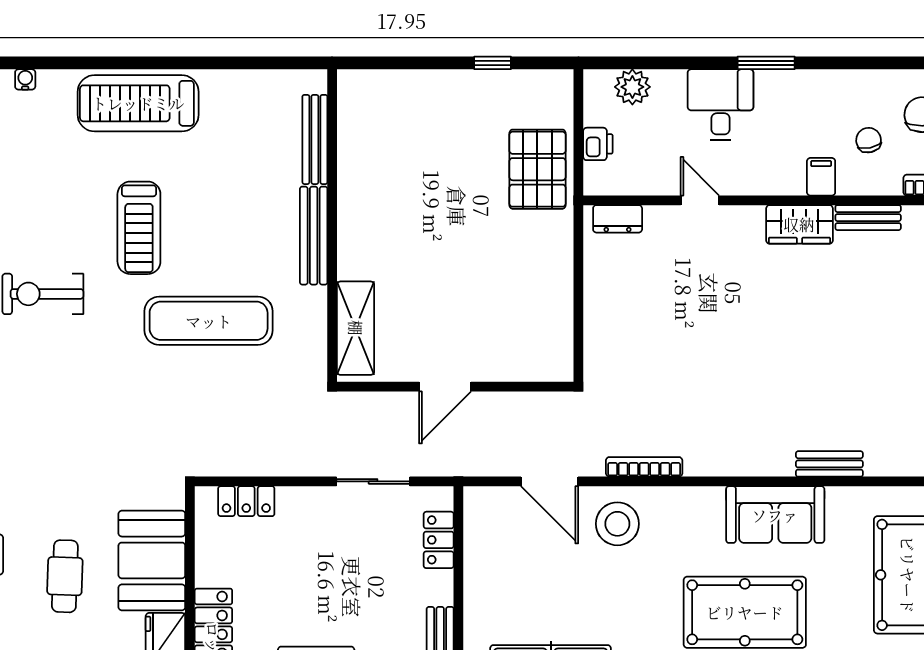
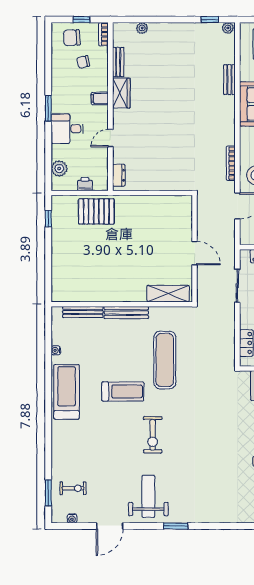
window: (493, 63) -> (48, 219), moved
water cooler: (25, 79) -> (56, 350), moved
treadmill: (138, 103) -> (67, 392), turned 180
filing cabinet: (821, 177) -> (100, 98), moved

